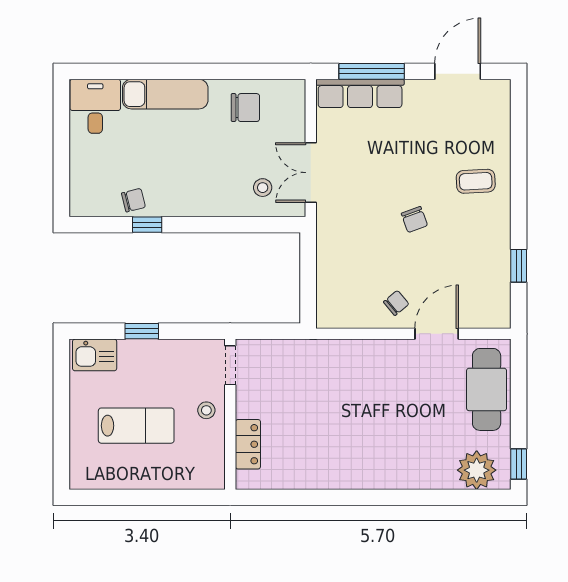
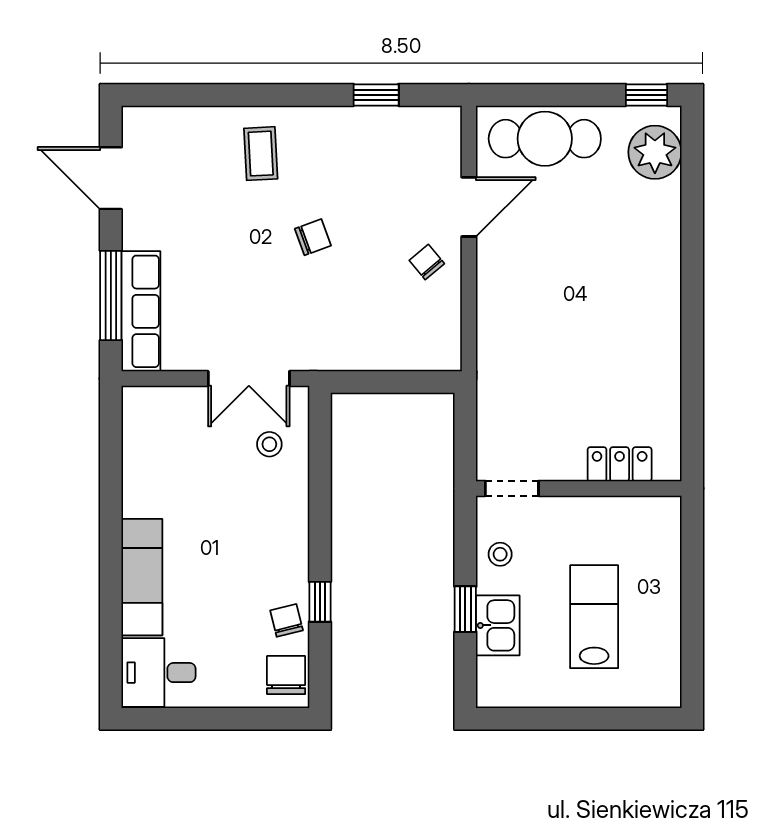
chair: (245, 108) -> (286, 675), moved
door: (437, 334) -> (469, 207), swing flipped
kitchen sink: (95, 355) -> (498, 625), moved
stool: (206, 410) -> (500, 554), moved

